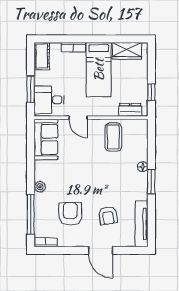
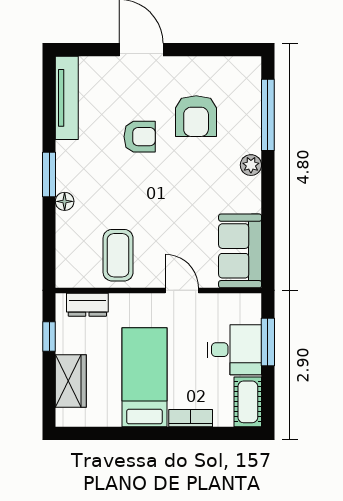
wardrobe: (127, 51) -> (71, 381), moved, turned 90
desk: (49, 100) -> (234, 350), moved
armchair: (108, 216) -> (140, 137), moved, turned 99
bookcase: (46, 242) -> (241, 64), removed

